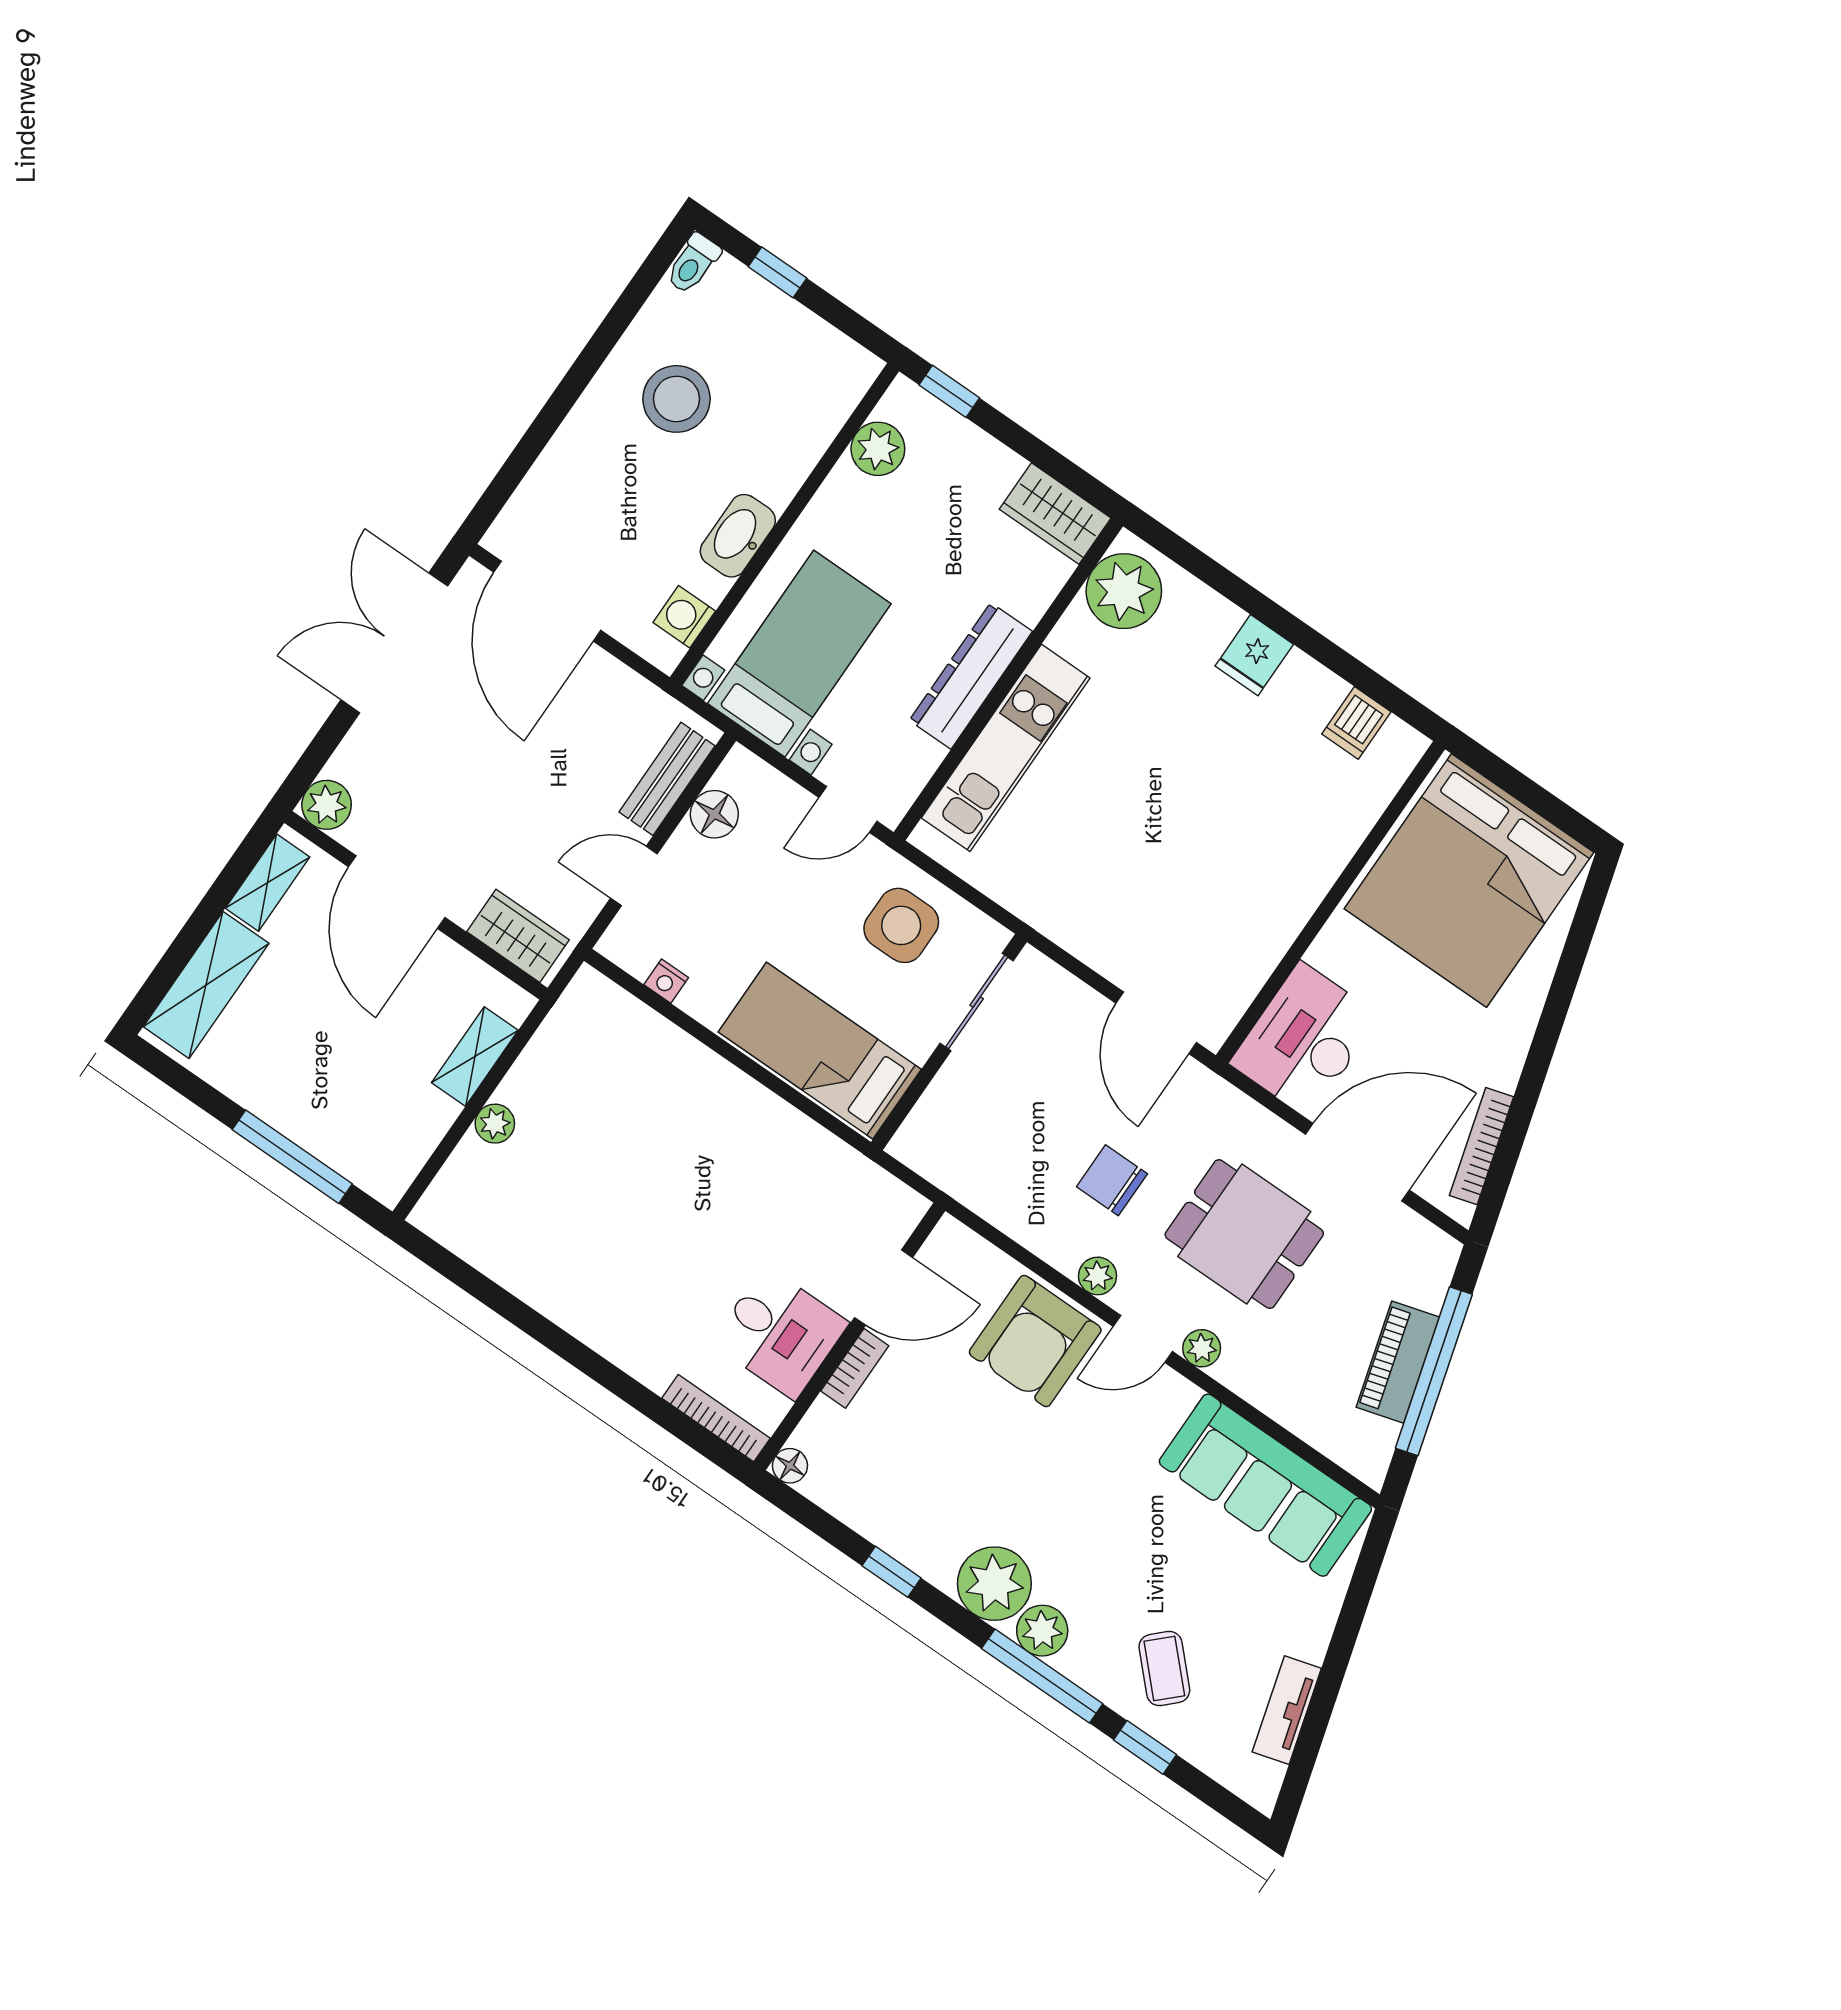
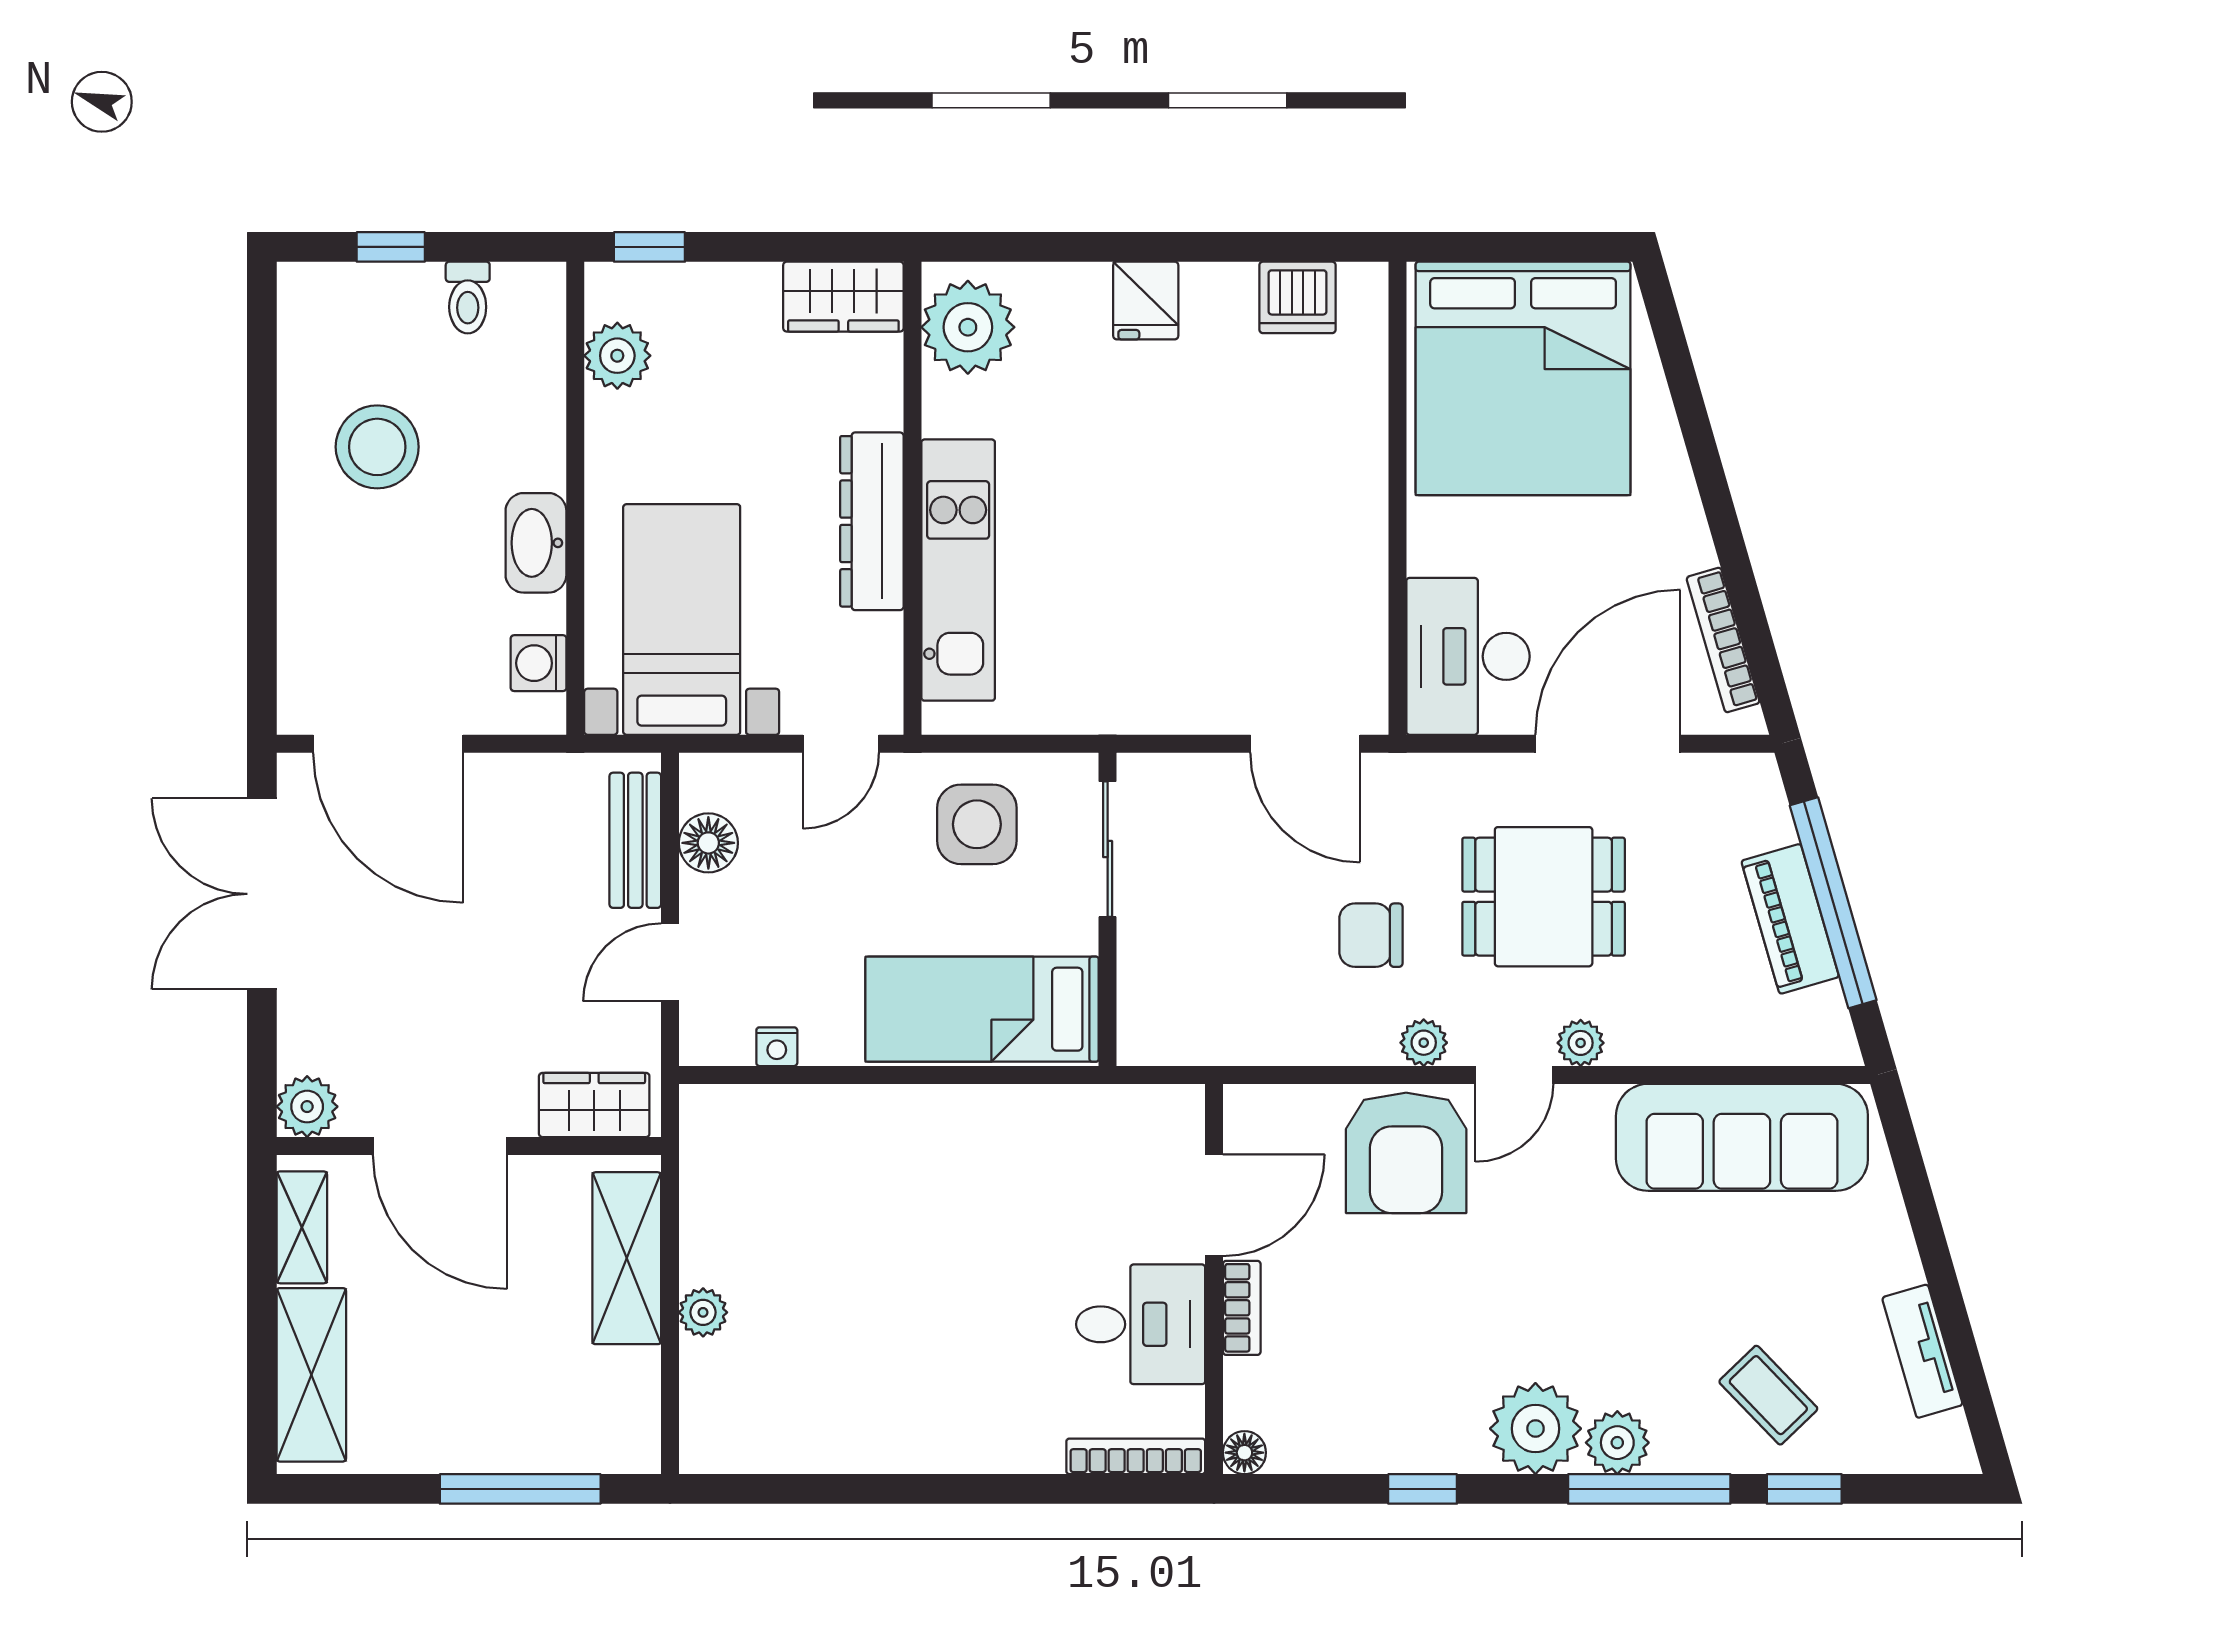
toilet: (693, 264) -> (468, 298), moved
dishwasher: (1356, 723) -> (1297, 297), width x1.38
shelving: (475, 1056) -> (627, 1258), width x1.50, depth x1.33

